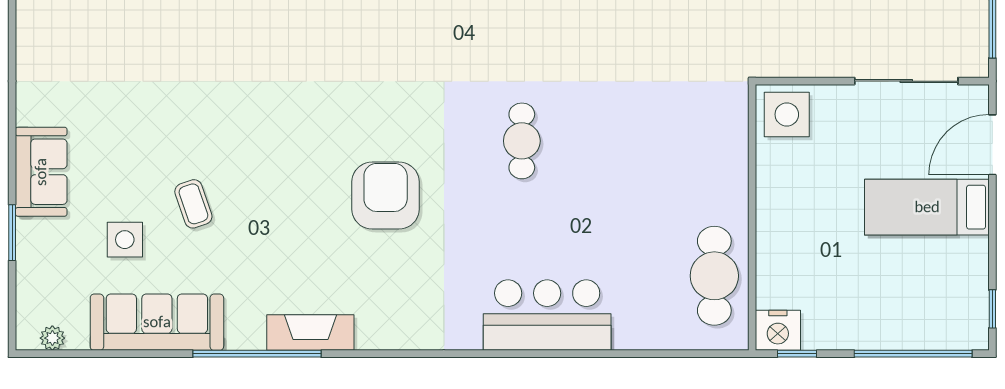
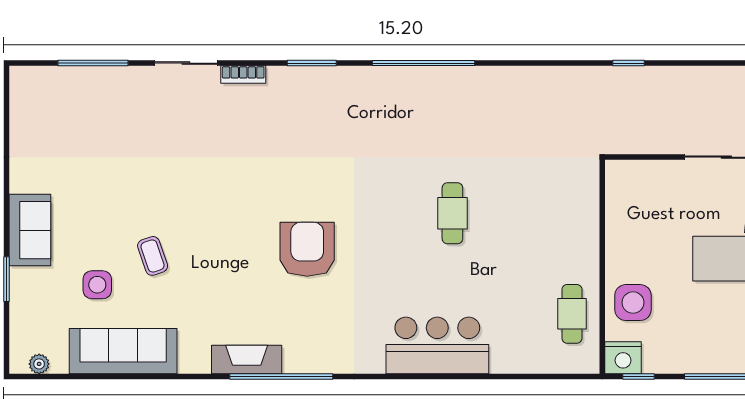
side table: (787, 114) -> (633, 303), moved
cafe table: (522, 141) -> (452, 213), moved
cafe table: (714, 276) -> (572, 314), width x0.73, depth x0.74
window: (257, 354) -> (281, 377), moved

